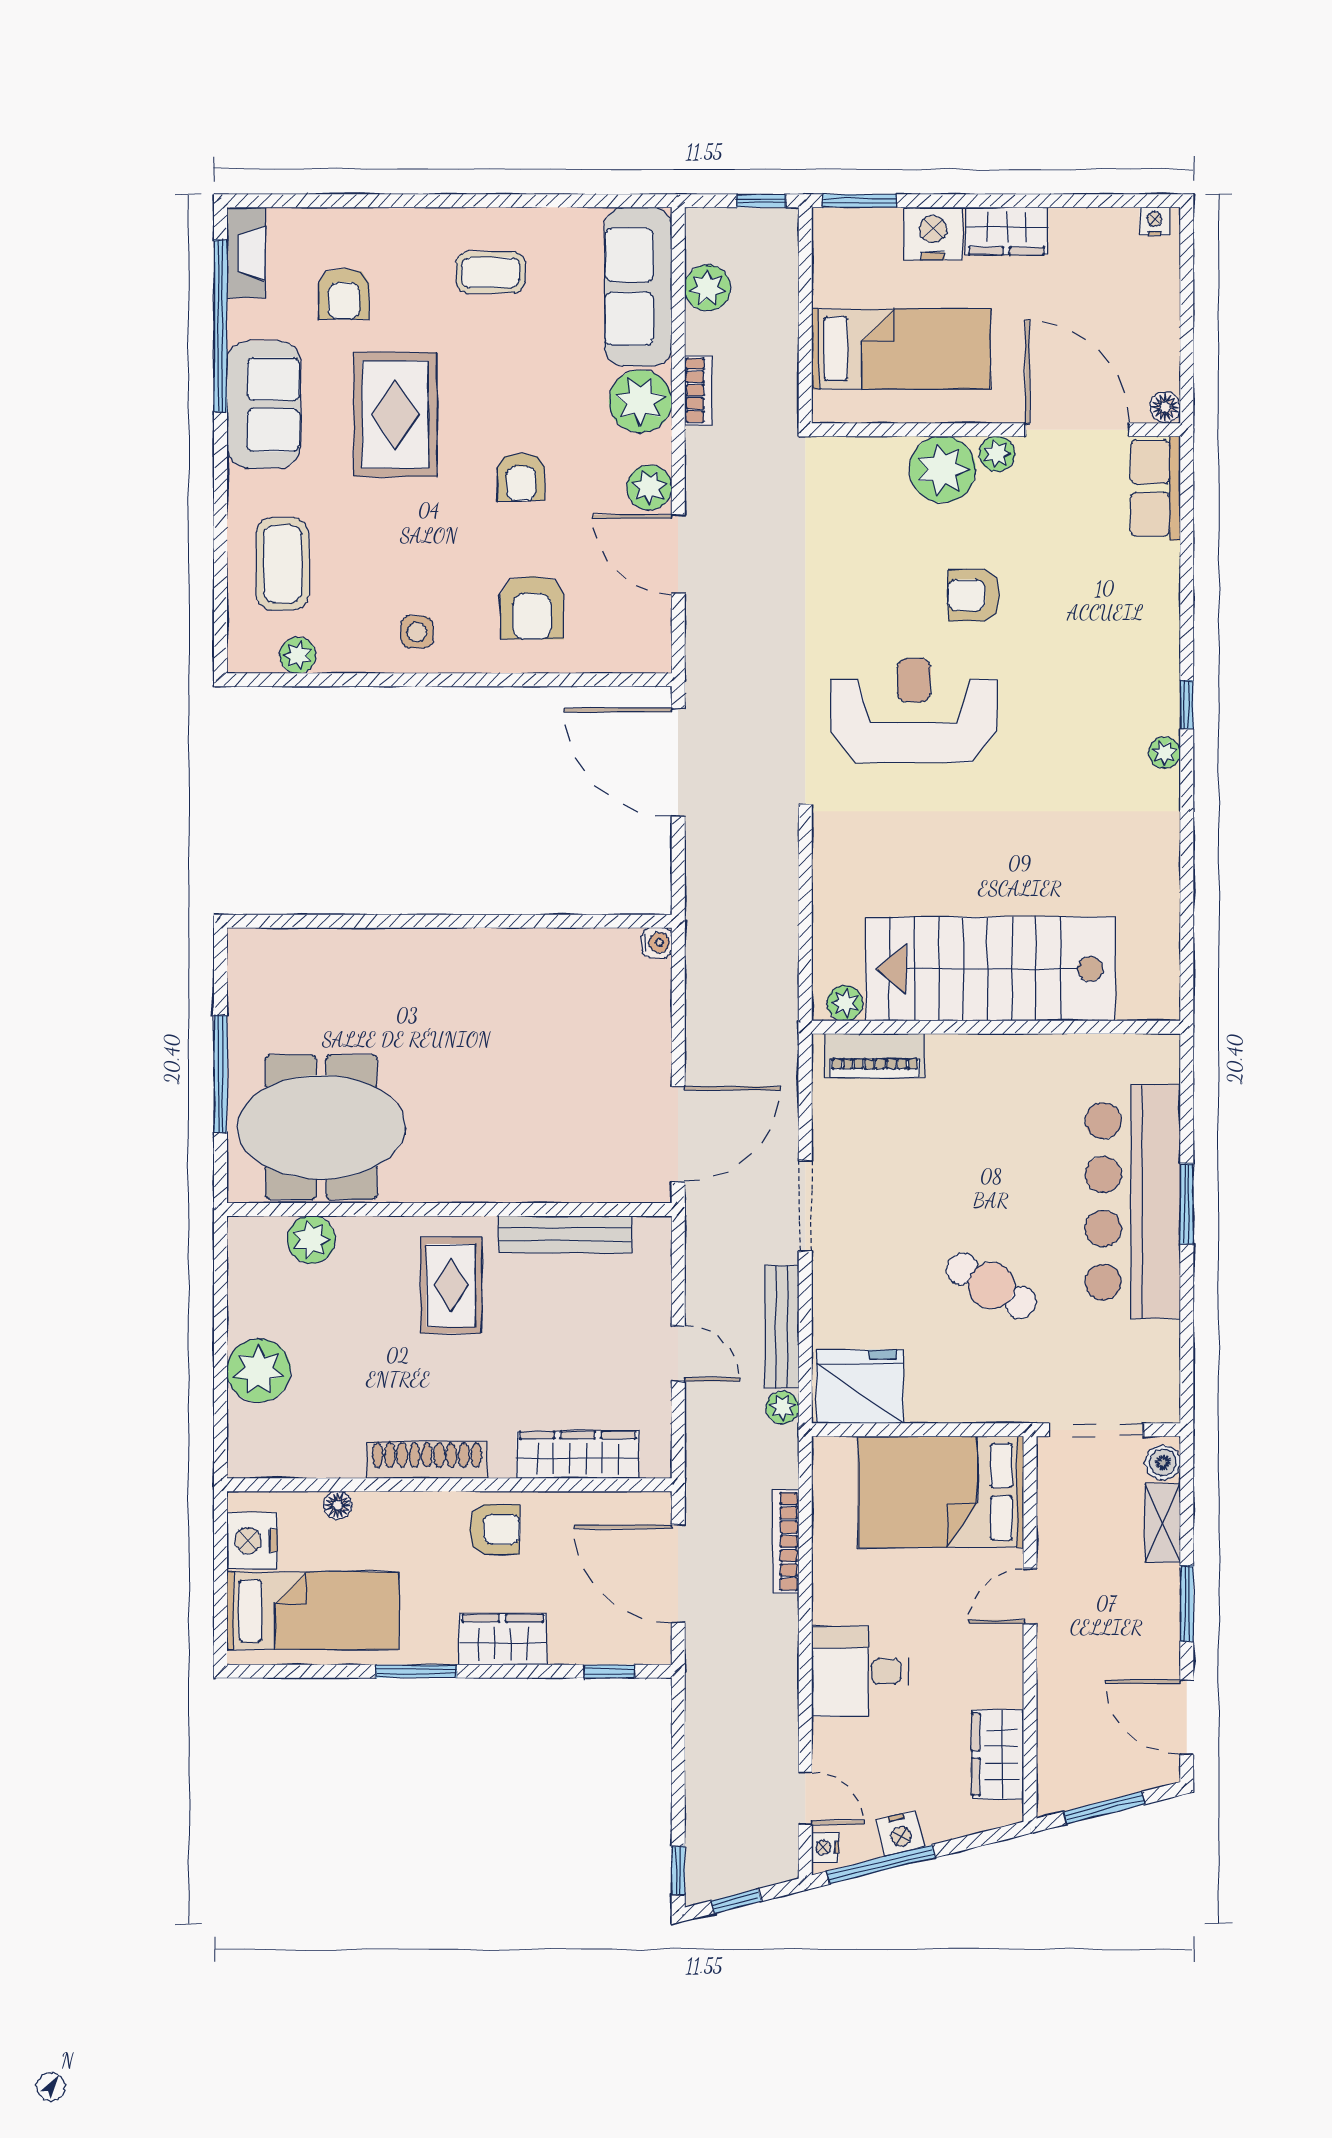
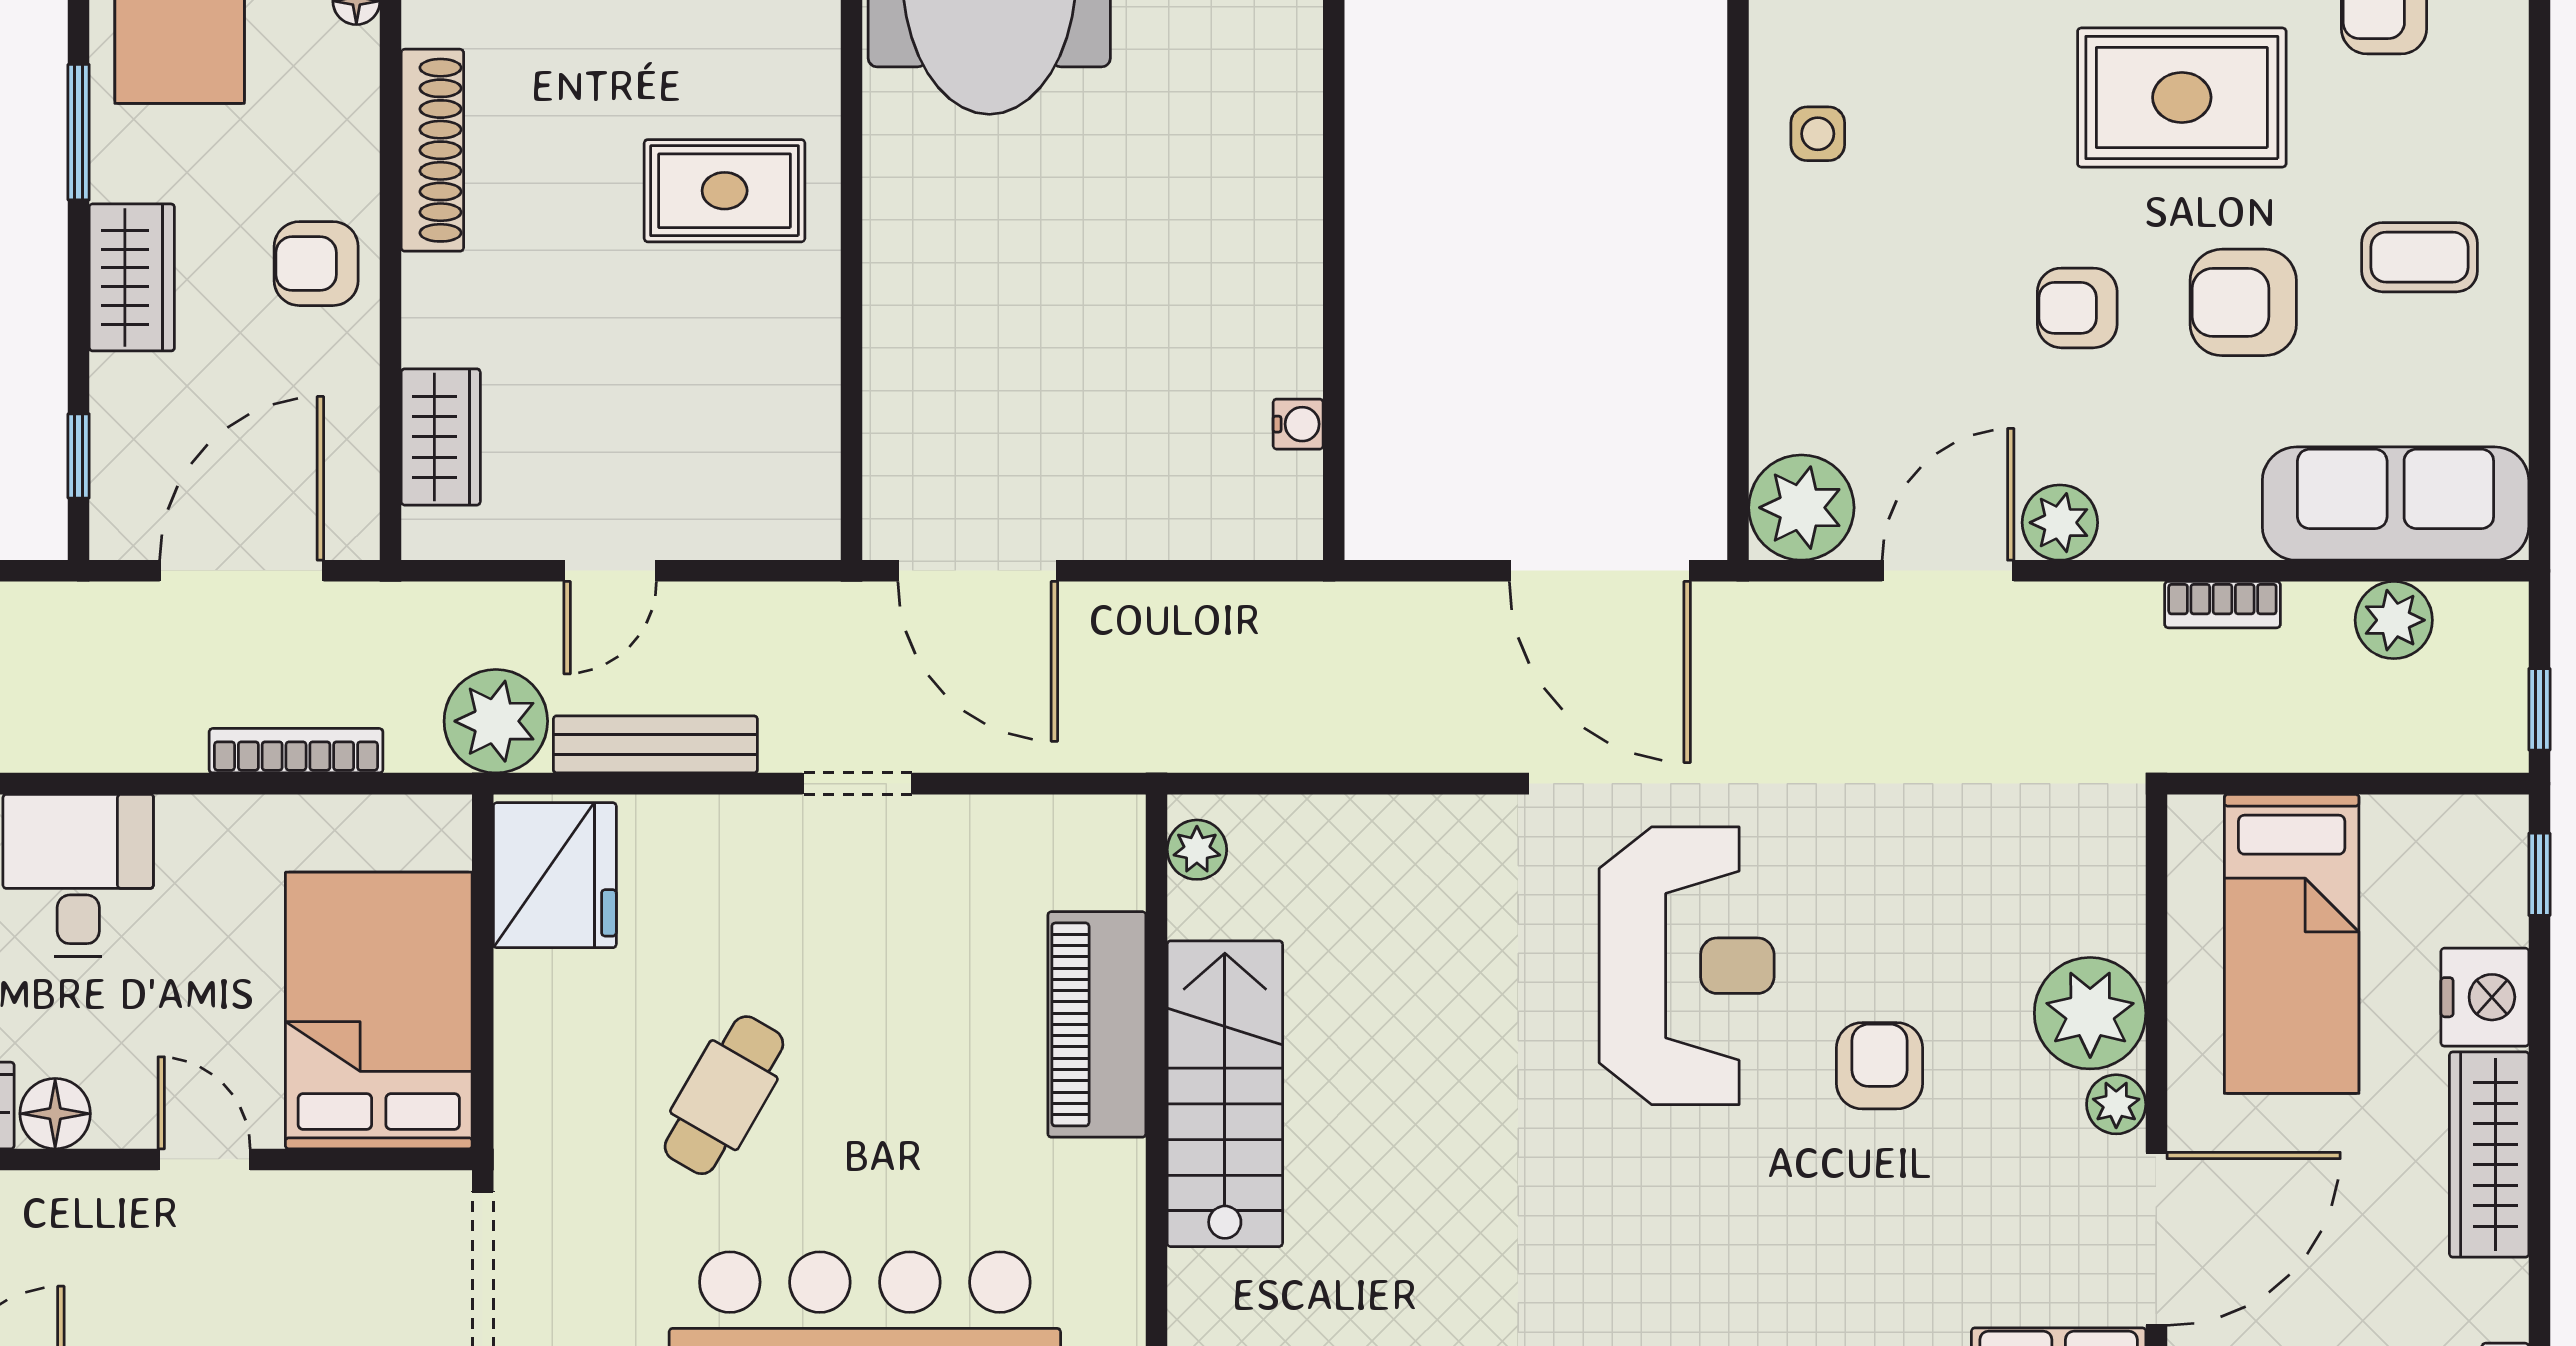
window: (860, 201) -> (2539, 874), width x0.67
wardrobe: (1006, 231) -> (2489, 1155), width x1.50
coffee table: (491, 273) -> (2419, 257), turned 90
plant: (640, 401) -> (1801, 508), moved
armchair: (532, 608) -> (2243, 302), moved
door: (678, 762) -> (1600, 571), swing flipped
water cooler: (657, 943) -> (1298, 424), moved, turned -90
stairs: (991, 969) -> (1225, 1094), width x0.73, depth x0.66
piano: (875, 1056) -> (1097, 1024), moved, width x1.37, depth x1.33
doorway: (805, 1206) -> (857, 784), width x0.73
bench: (565, 1234) -> (810, 381), removed
plant: (782, 1408) -> (496, 721), width x1.87, depth x1.87
wardrobe: (578, 1455) -> (441, 437), width x0.67
armchair: (495, 1529) -> (316, 264), turned 90
floor lamp: (1002, 1685) -> (55, 1114), added

